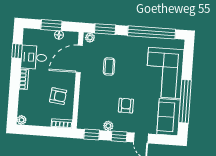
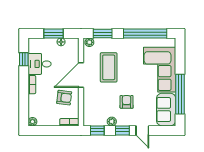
door: (79, 59) -> (81, 75), moved
coffee table: (109, 66) -> (109, 67), width x1.86, depth x1.72

